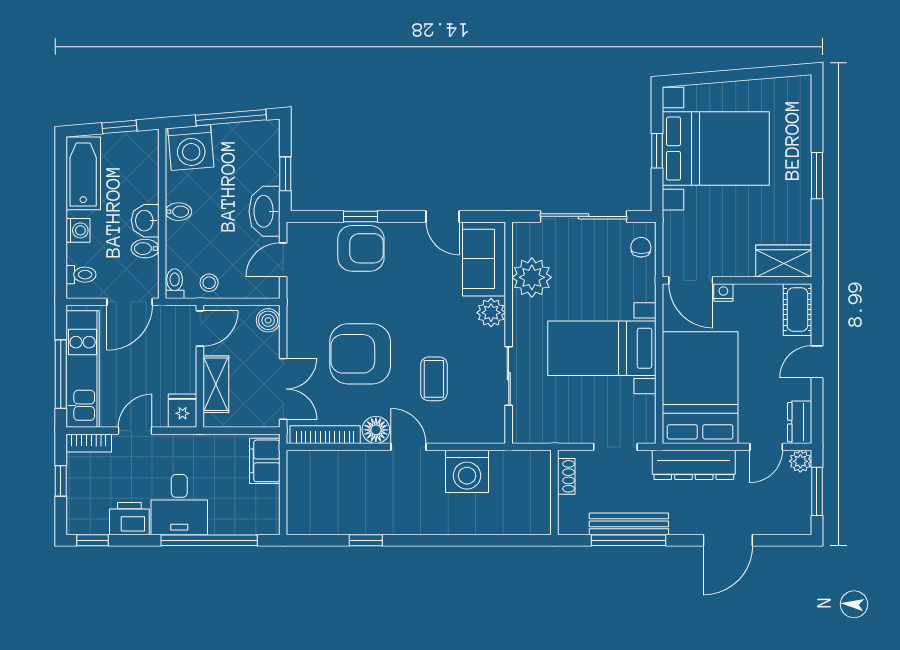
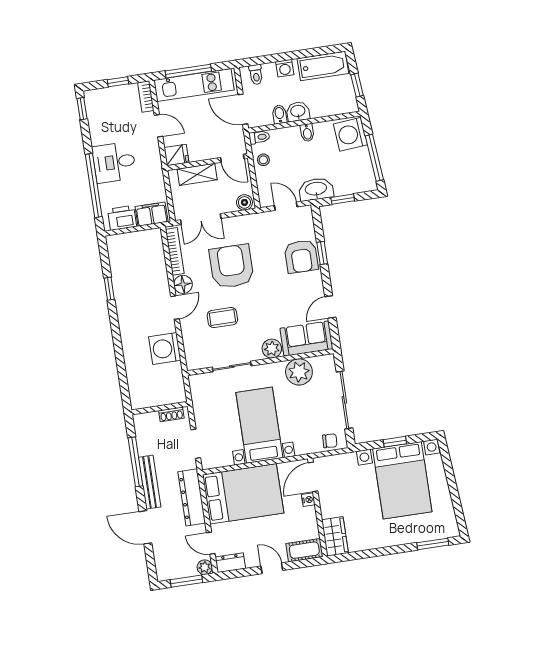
window: (817, 176) -> (433, 544), moved
printer: (129, 519) -> (122, 218), moved, turned -90
bench: (629, 524) -> (150, 482), moved

